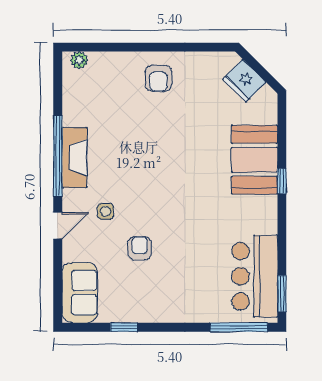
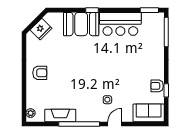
fireplace: (75, 158) -> (60, 115), moved
door: (58, 226) -> (115, 124), hinge flipped
armchair: (140, 248) -> (157, 86), moved
bar counter: (255, 276) -> (120, 24), moved

